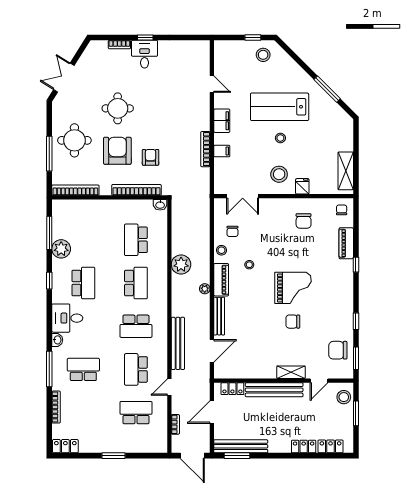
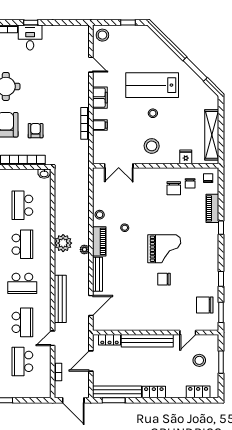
stool: (263, 55) -> (102, 35), moved
shelving: (346, 171) -> (212, 135), width x1.47
fridge: (302, 186) -> (186, 157), moved
chair: (232, 231) -> (190, 183), moved
plant: (181, 264) -> (63, 243), moved
school desk: (136, 369) -> (22, 322), turned 180
shelving: (291, 372) -> (162, 325), removed
stool: (344, 397) -> (199, 360), moved
school desk: (136, 413) -> (22, 361), turned -90
locker: (304, 447) -> (154, 392), moved

